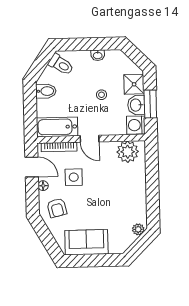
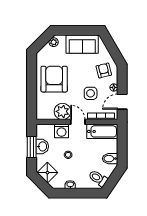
shower: (134, 84) -> (47, 173), moved, turned 45
washing machine: (136, 125) -> (61, 131), moved, turned 90
plant: (128, 152) -> (62, 111), moved
door: (32, 167) -> (122, 102), hinge flipped
armchair: (123, 195) -> (54, 79), added
plant: (138, 229) -> (54, 42), moved

